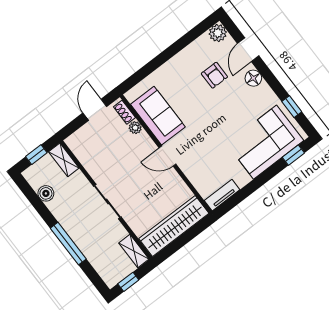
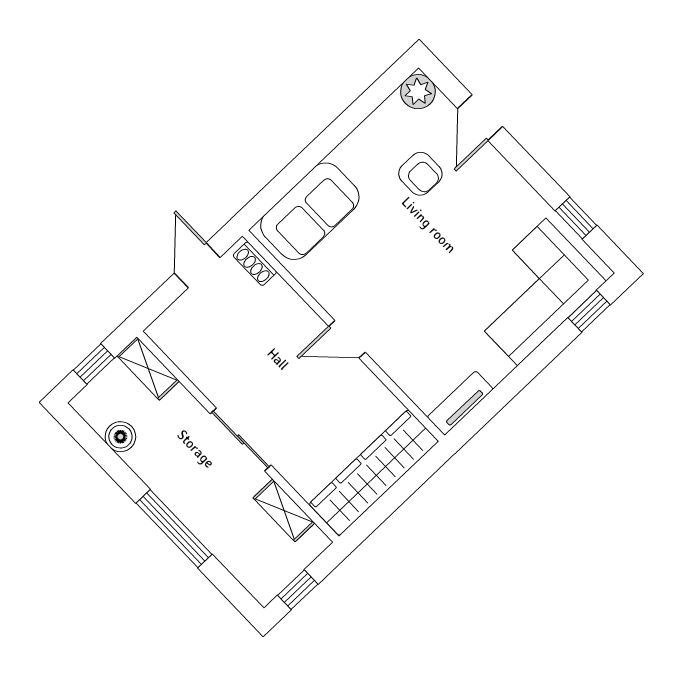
floor lamp: (253, 78) -> (496, 171), removed
sofa: (158, 116) -> (310, 211), moved, turned 90
plant: (135, 128) -> (279, 291), removed
shelving: (134, 251) -> (284, 510), moved

